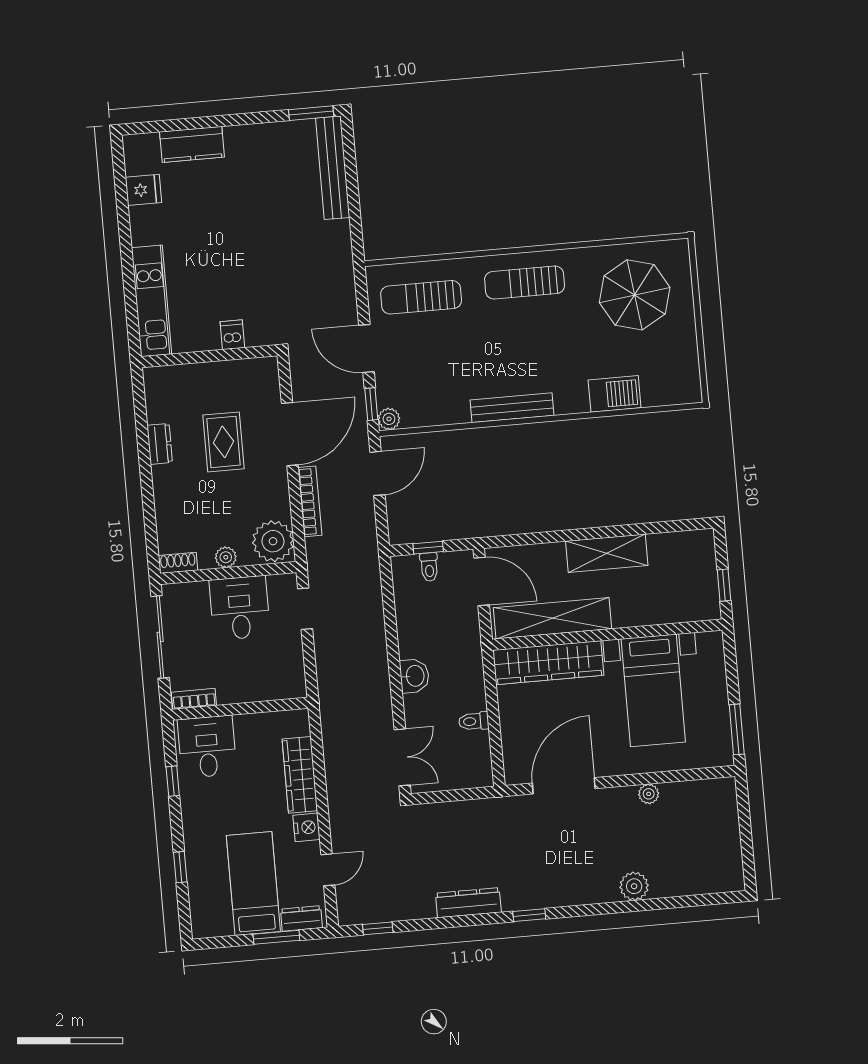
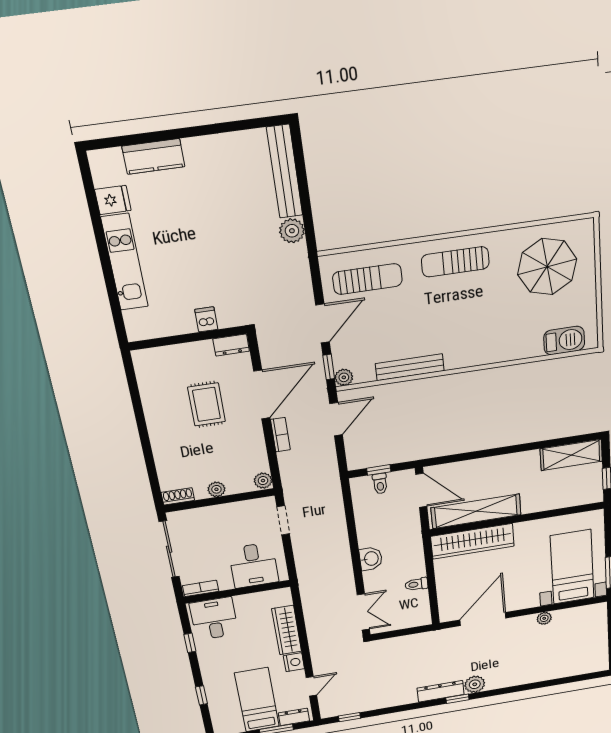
window: (311, 113) -> (262, 122), removed
plant: (337, 235) -> (292, 231), added
sun lounger: (421, 297) -> (367, 279), turned 180
kitchen unit: (152, 301) -> (125, 262), moved
door: (366, 349) -> (323, 323), swing flipped
barbecue: (615, 394) -> (564, 341), moved
bench: (512, 408) -> (410, 367), moved
dresser: (160, 444) -> (231, 345), moved, turned 90
bookcase: (310, 501) -> (280, 435), width x0.64
plant: (273, 541) -> (263, 481), width x0.53, depth x0.53
shelving: (607, 553) -> (571, 455), moved
desk: (240, 608) -> (254, 565), moved, turned 180
bed with nightstands: (653, 690) -> (572, 567), moved, turned 180
plant: (634, 886) -> (475, 684), moved
dresser: (468, 903) -> (441, 691), moved

